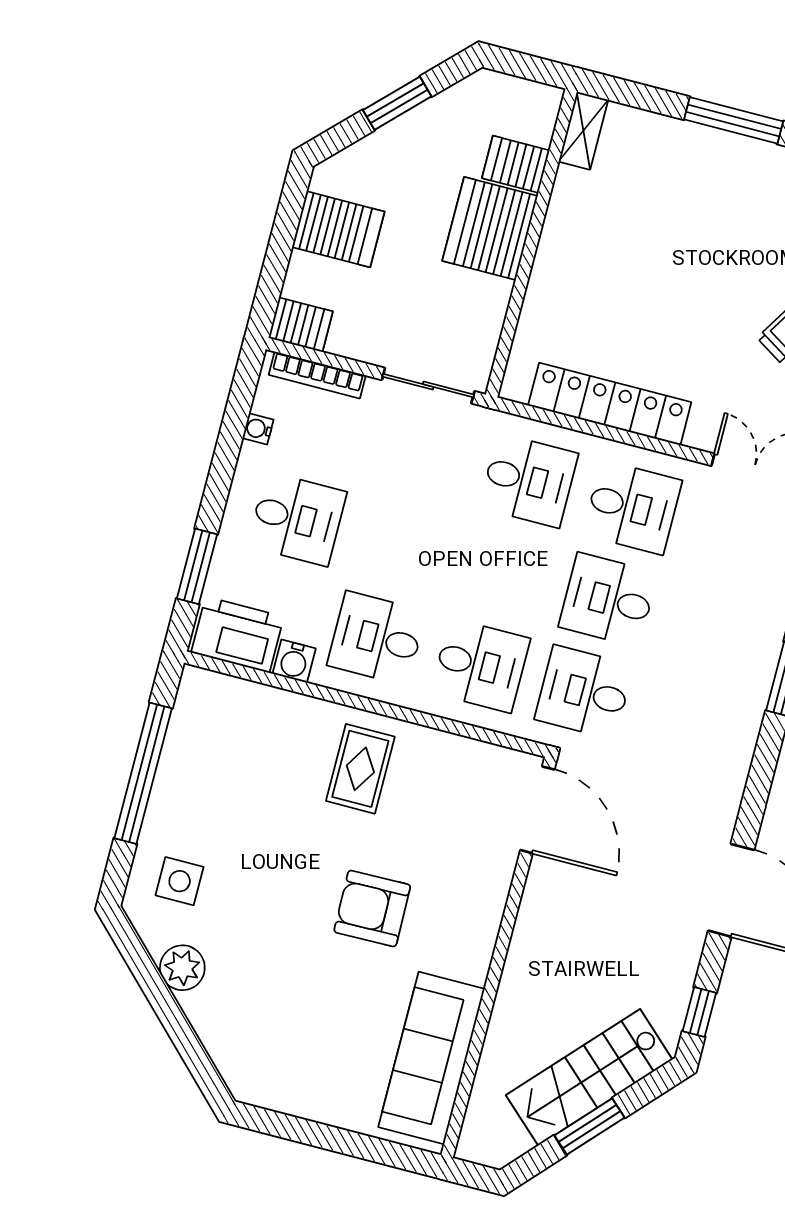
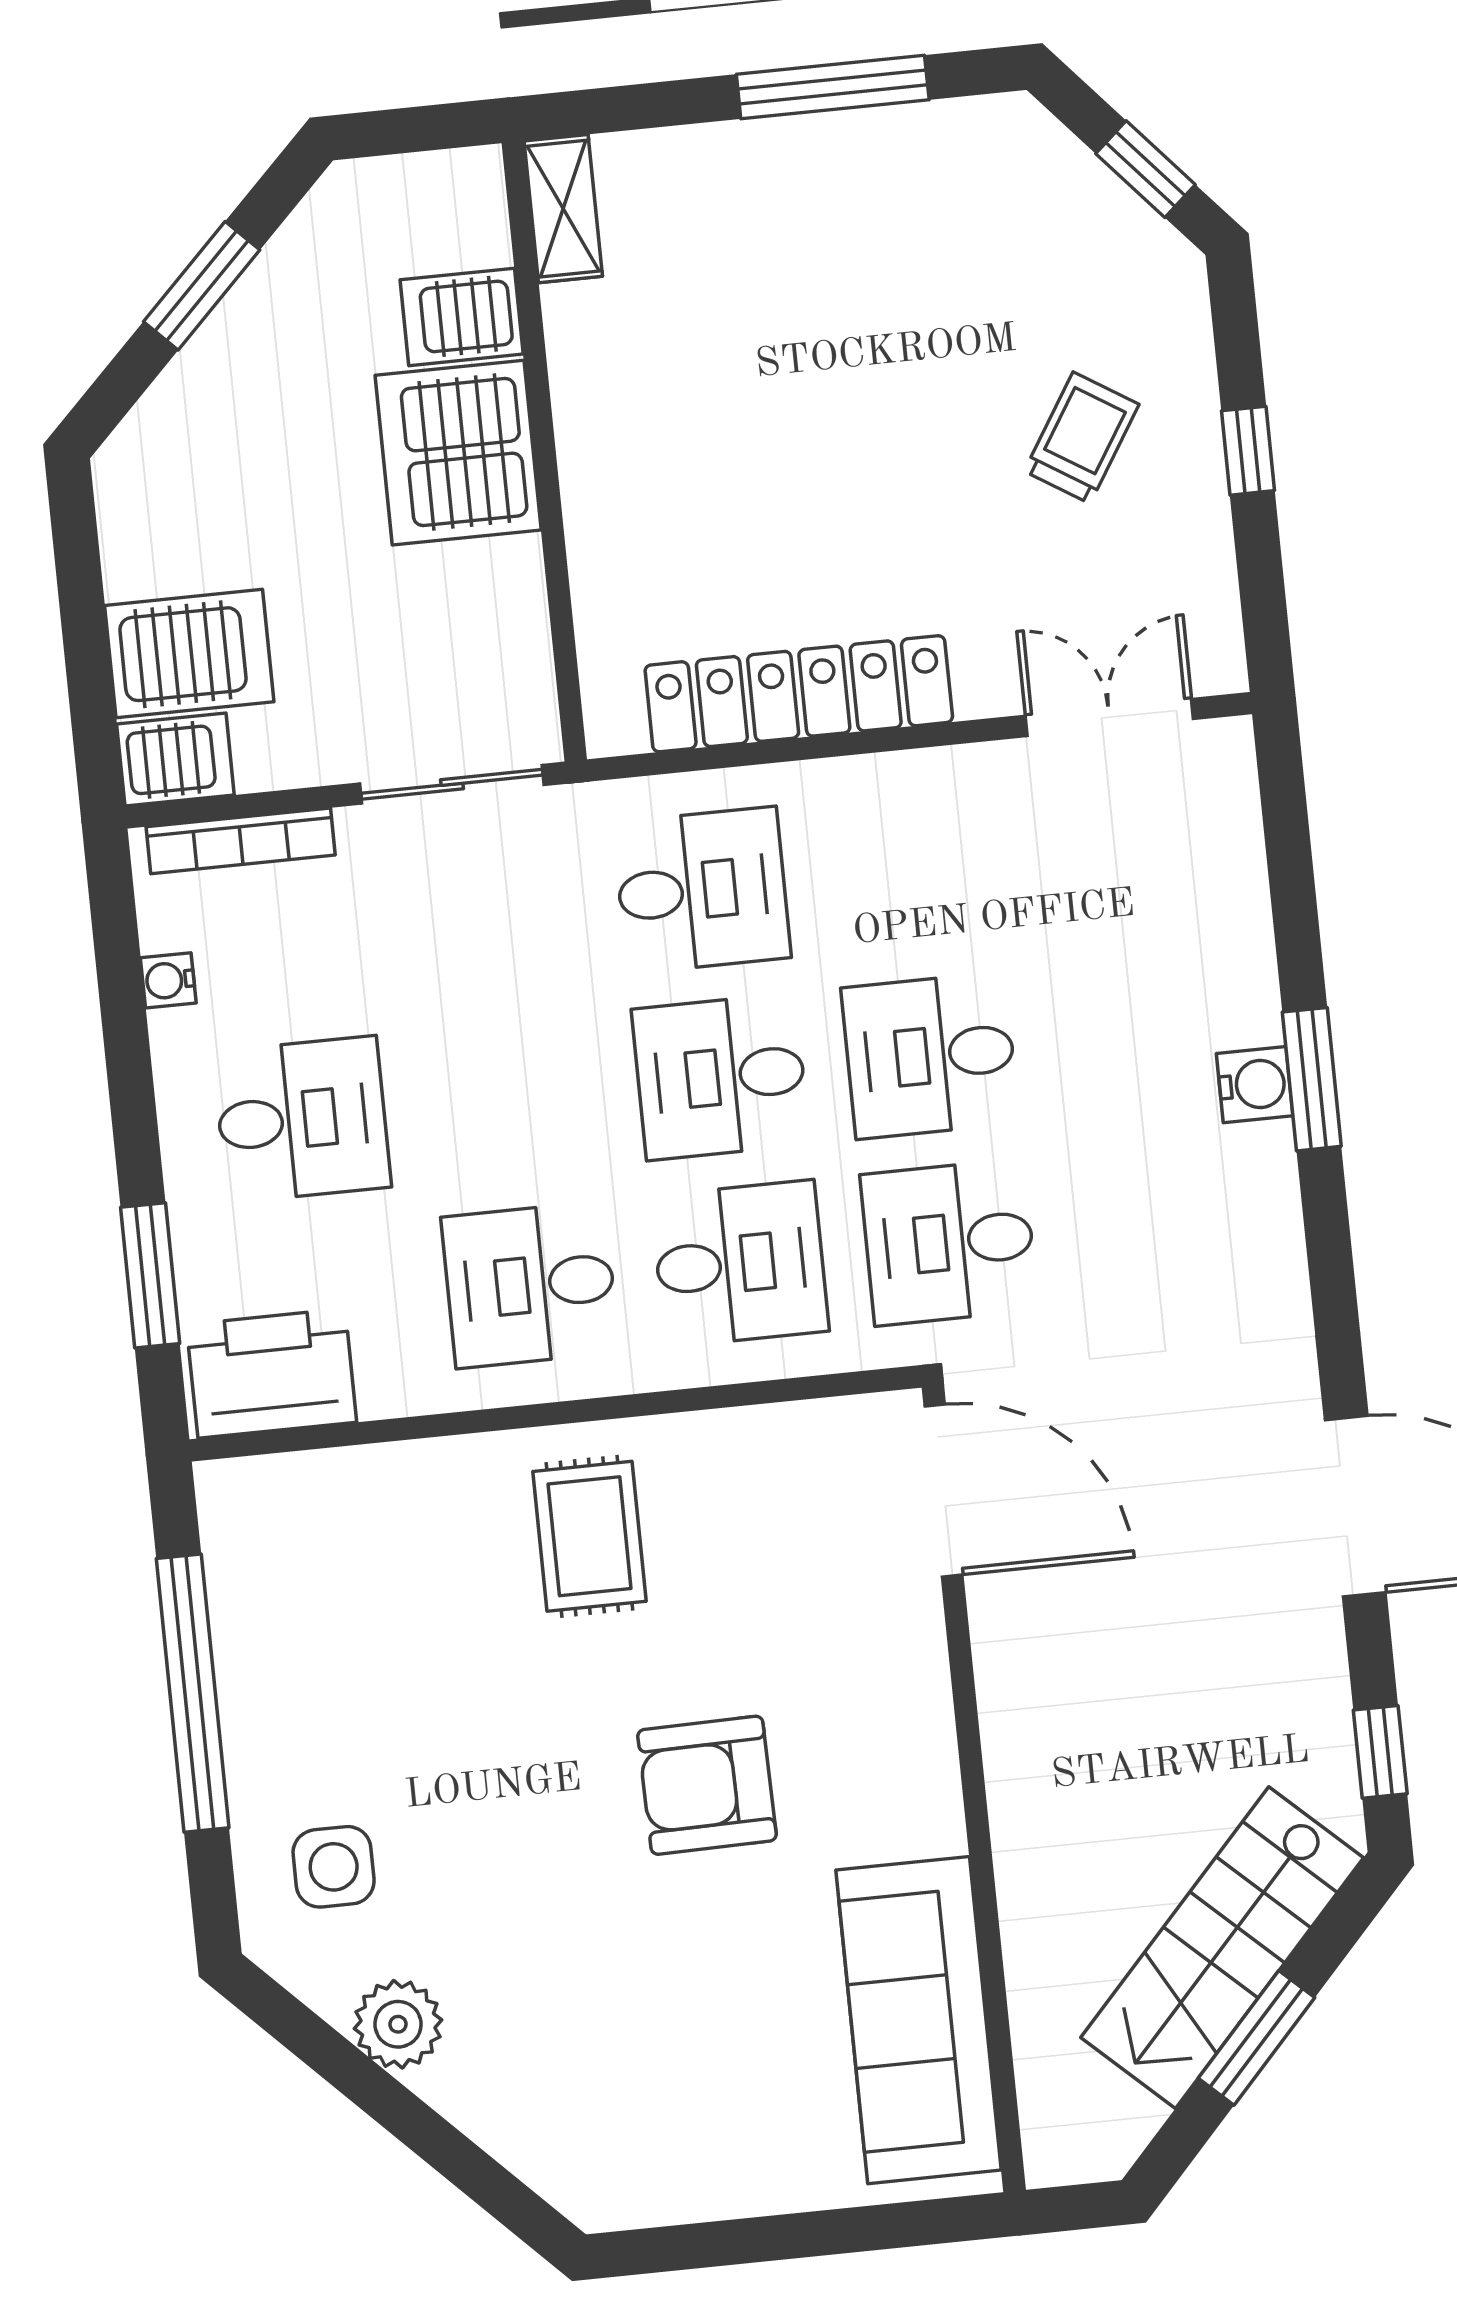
server rack: (338, 229) -> (189, 654), moved
desk: (632, 507) -> (721, 1077), moved, turned 180
water cooler: (294, 661) -> (1255, 1085), moved, turned -90

